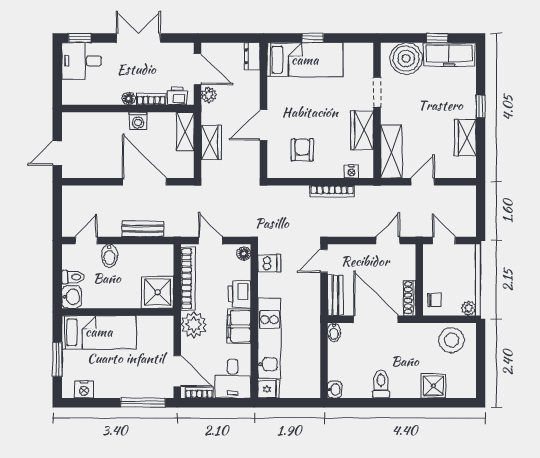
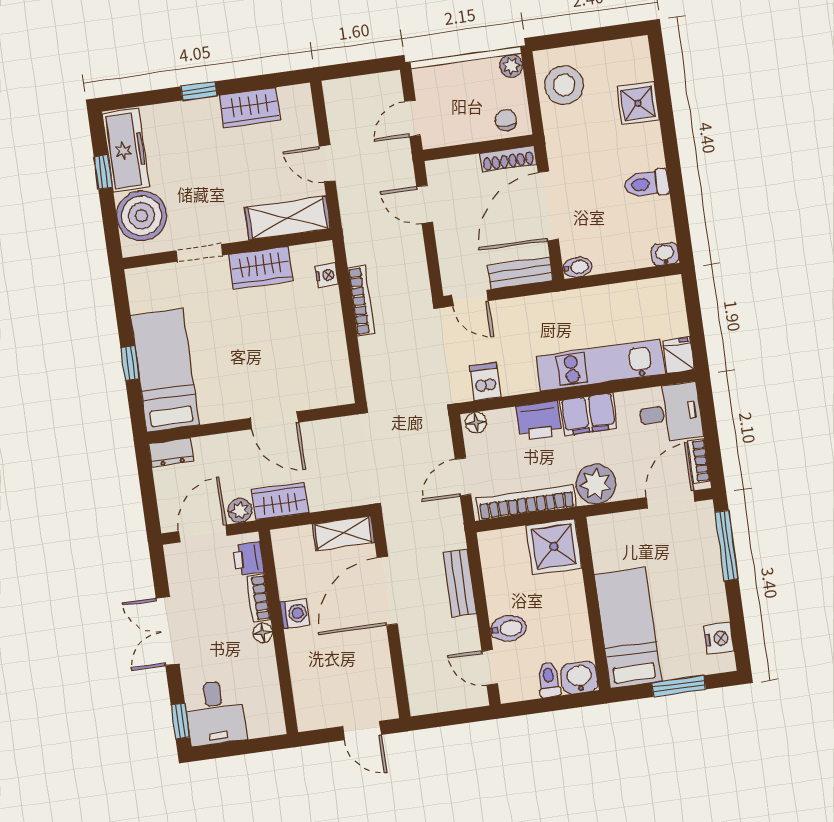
shelving: (185, 131) -> (343, 533), moved
wardrobe: (211, 142) -> (280, 501), moved
armchair: (302, 150) -> (304, 355), removed

